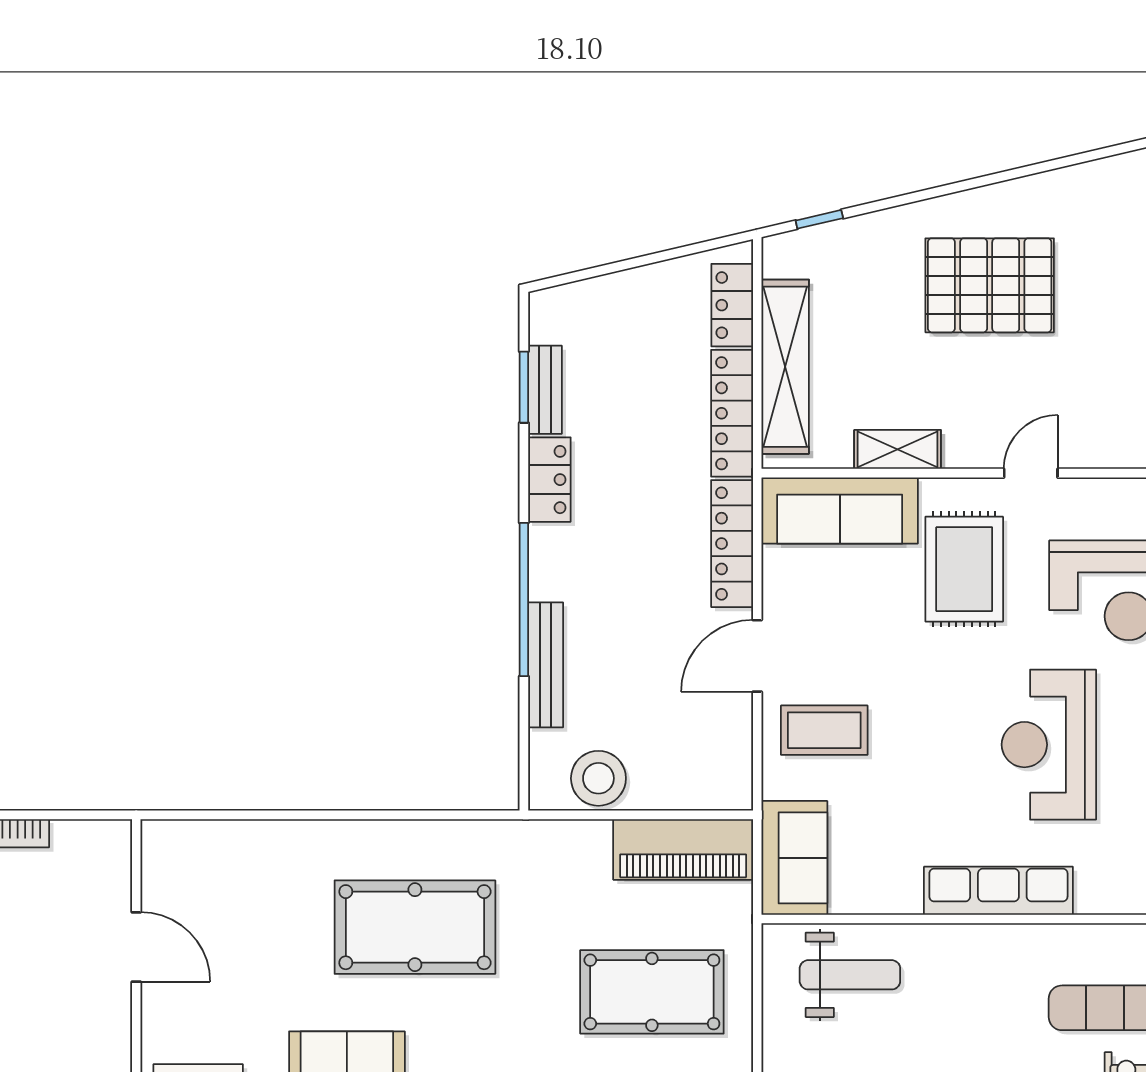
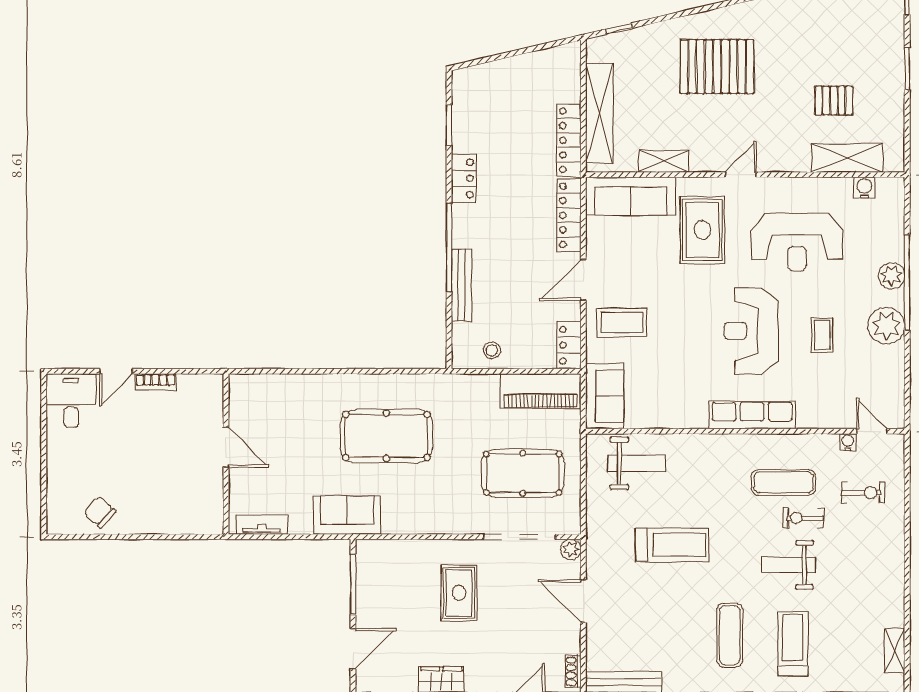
locker: (732, 305) -> (569, 345), moved
bench: (545, 390) -> (461, 127), removed
stool: (598, 778) -> (492, 350), width x0.53, depth x0.53
row of seats: (998, 891) -> (752, 415), moved

